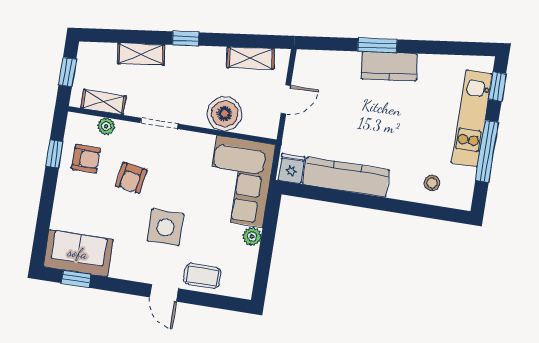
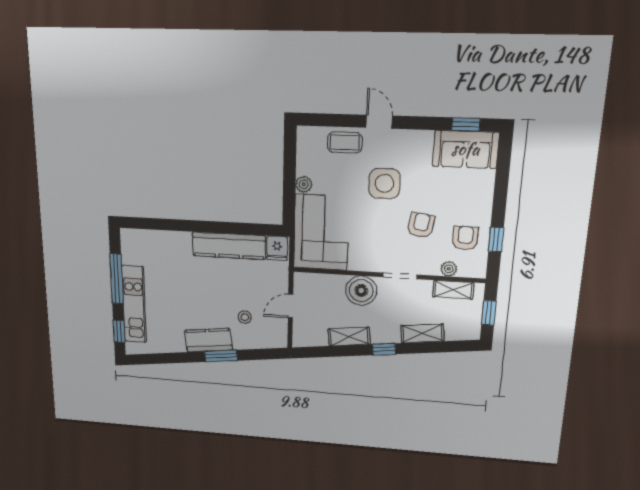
shelving: (251, 58) -> (349, 337), moved
boiler: (225, 114) -> (361, 291), moved
armchair: (86, 159) -> (465, 238), turned 89
stool: (432, 183) -> (245, 317), moved

